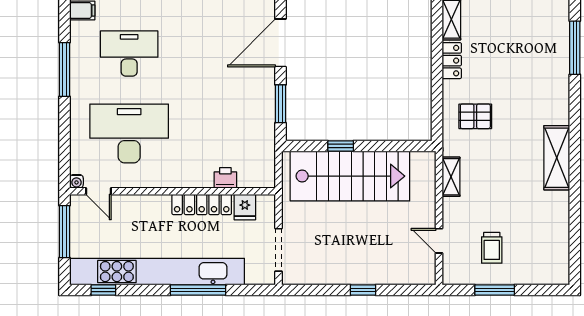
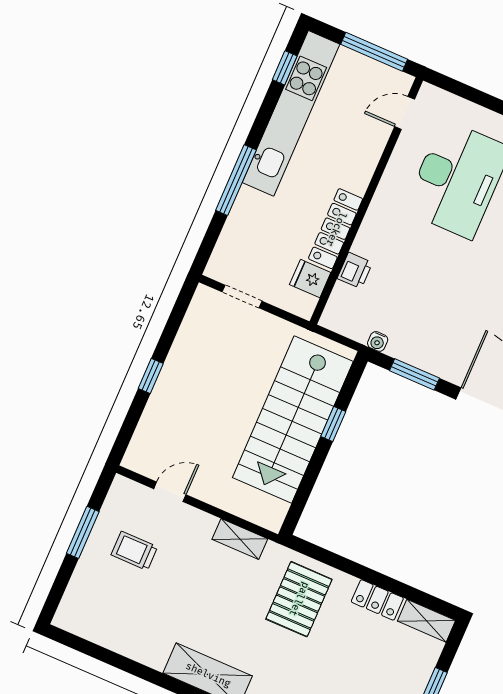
pallet: (475, 116) -> (299, 599), width x1.50, depth x1.42
water cooler: (76, 181) -> (378, 341), moved, turned -90
doorway: (279, 250) -> (242, 296), width x0.73
kitchen unit: (157, 272) -> (291, 113), width x0.73

